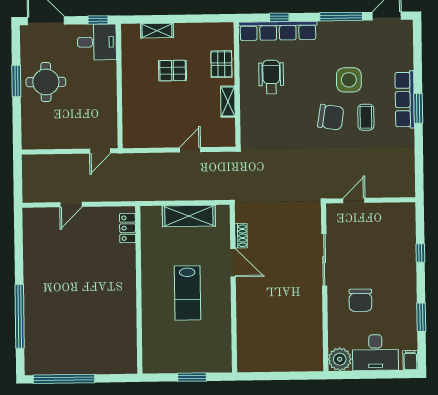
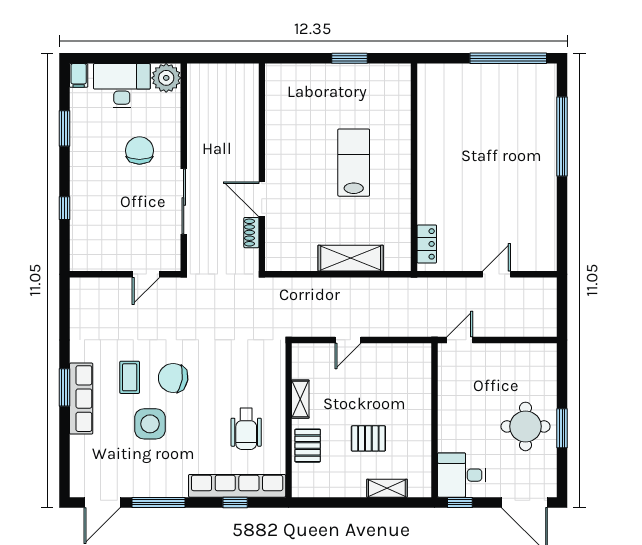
shoe rack: (241, 236) -> (251, 233), moved
door: (233, 263) -> (262, 199), moved
wall: (233, 289) -> (262, 167), moved

